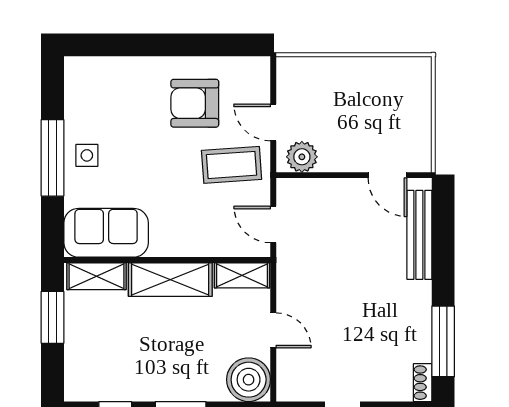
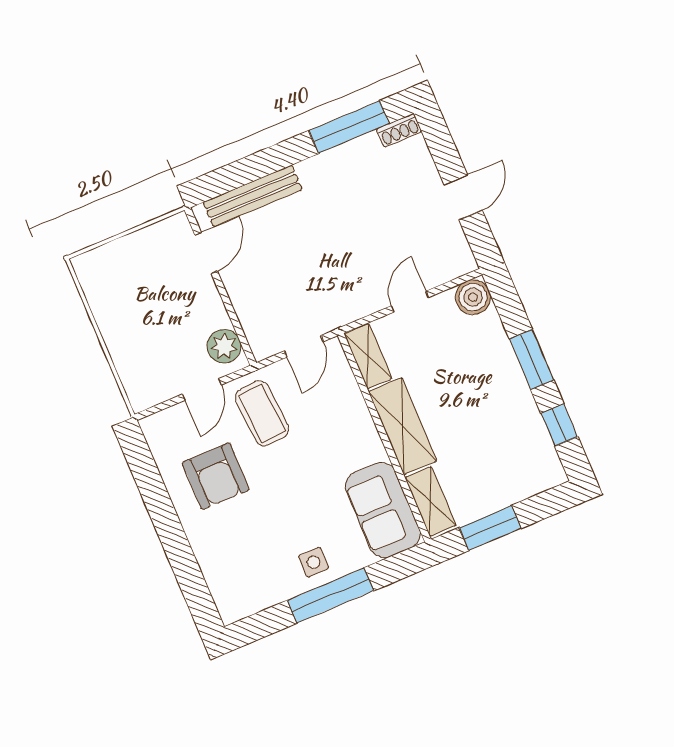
boiler: (249, 380) -> (473, 297), width x0.73, depth x0.73

